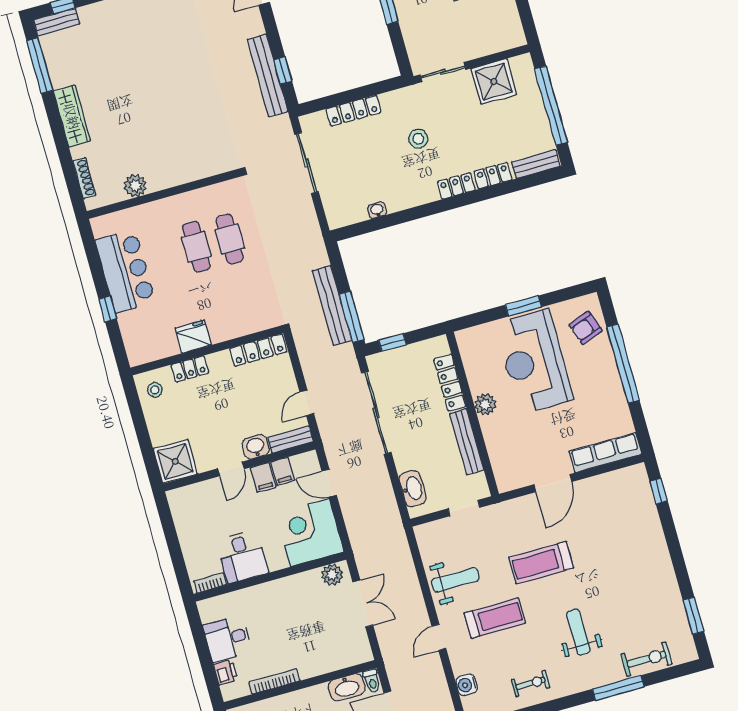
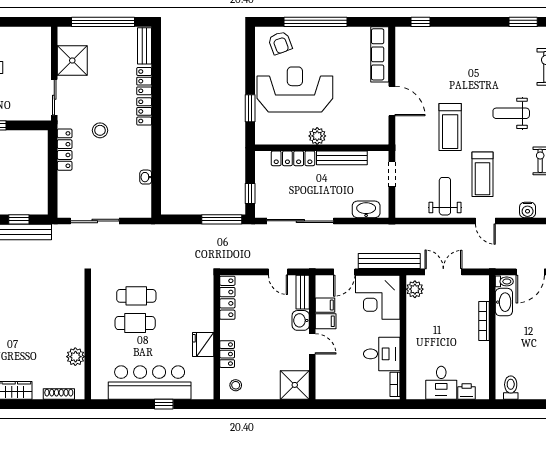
locker: (354, 111) -> (65, 150), moved
bar counter: (125, 271) -> (150, 382), width x1.36
bench: (332, 305) -> (389, 261), moved
window: (523, 306) -> (250, 108), moved
reception desk: (534, 362) -> (295, 89), turned 180
treadmill: (495, 618) -> (483, 174), turned 180
bookcase: (274, 681) -> (484, 321), moved

